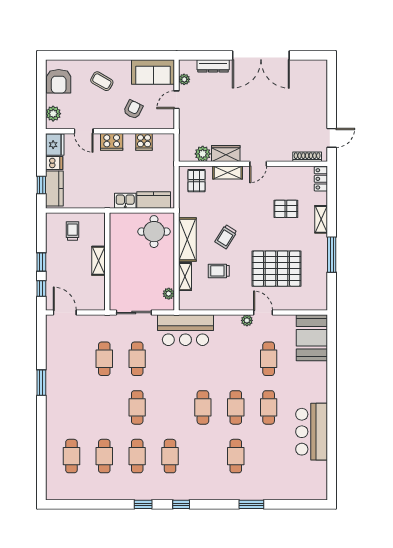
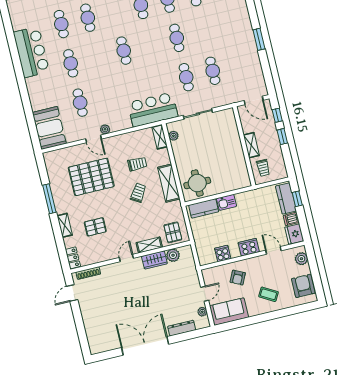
shelving: (98, 261) -> (251, 145), moved
wall: (107, 262) -> (244, 146), moved
shelving: (185, 277) -> (160, 137), moved
cafe table: (236, 407) -> (61, 24), moved

